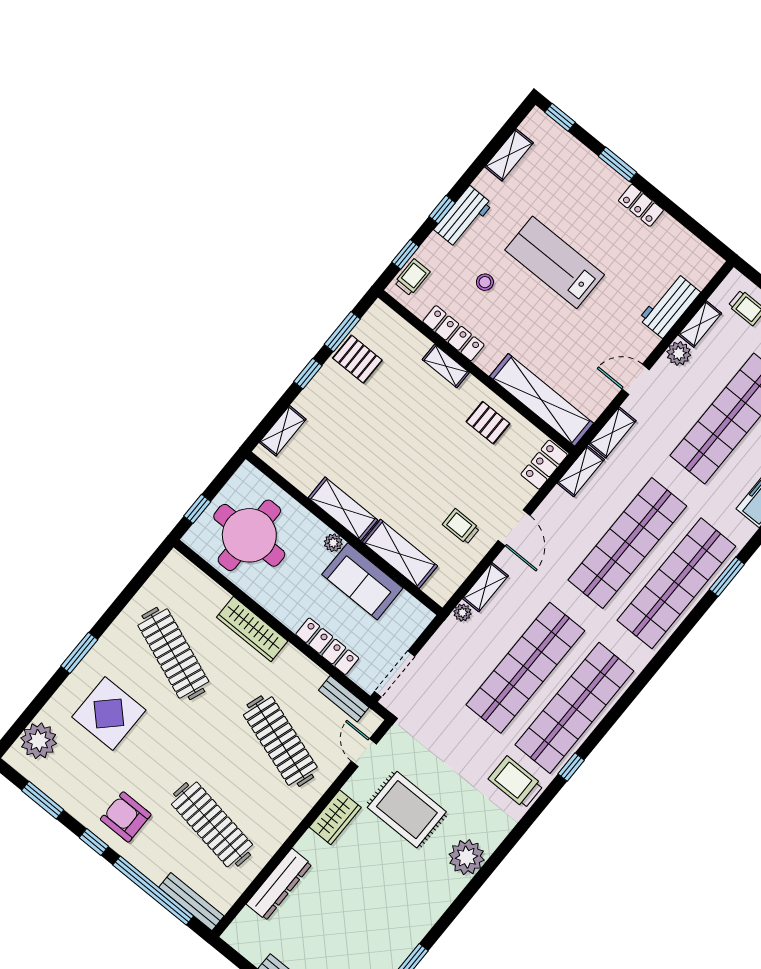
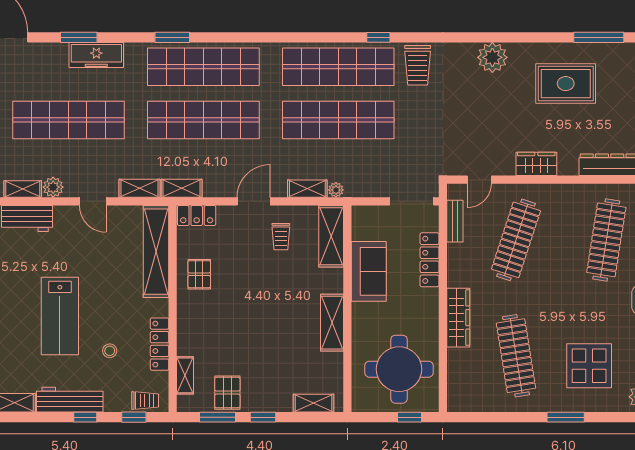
workbench: (463, 217) -> (70, 400), width x1.38
trolley: (412, 277) -> (145, 400), turned 180
shelving: (446, 366) -> (185, 375), moved
plant: (333, 543) -> (359, 311), removed
shelving: (400, 554) -> (331, 236), moved
clothes rail: (173, 654) -> (516, 356), turned -30
rug: (407, 810) -> (566, 84), moved, turned 90

